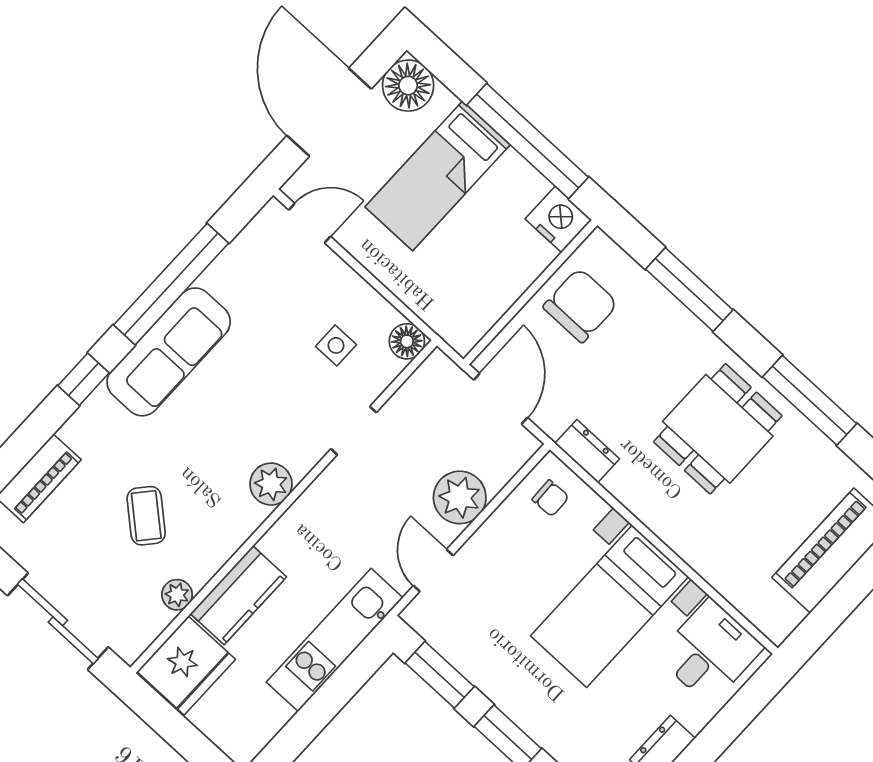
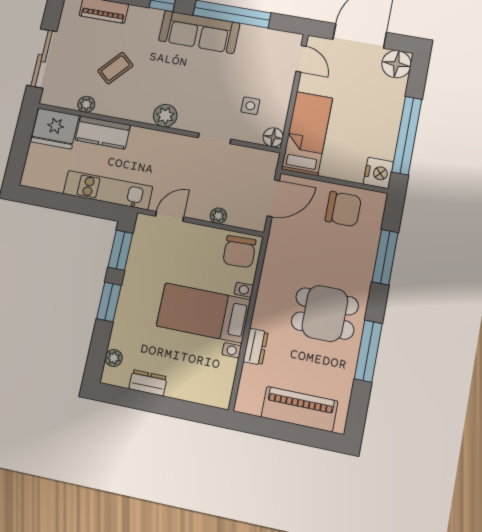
bed: (438, 176) -> (307, 133), moved, turned 90
dresser: (587, 451) -> (256, 347), moved
plant: (460, 497) -> (218, 216), width x0.53, depth x0.53
chair: (551, 498) -> (239, 252), width x1.87, depth x1.87
desk: (710, 652) -> (211, 377), removed

